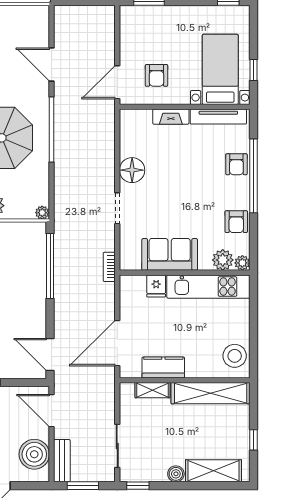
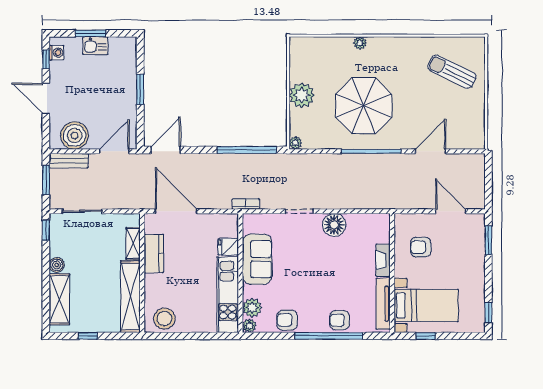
door: (117, 82) -> (451, 211), moved

